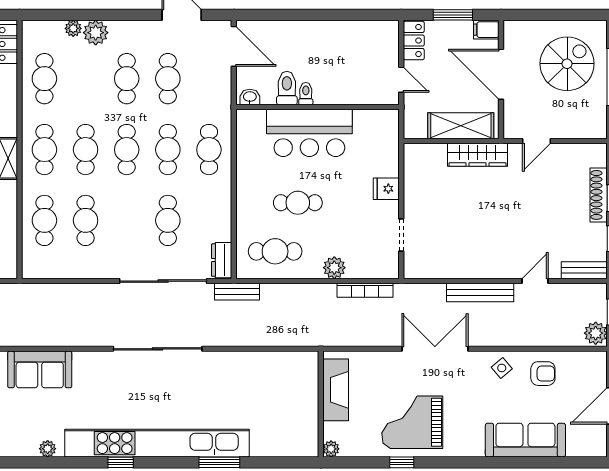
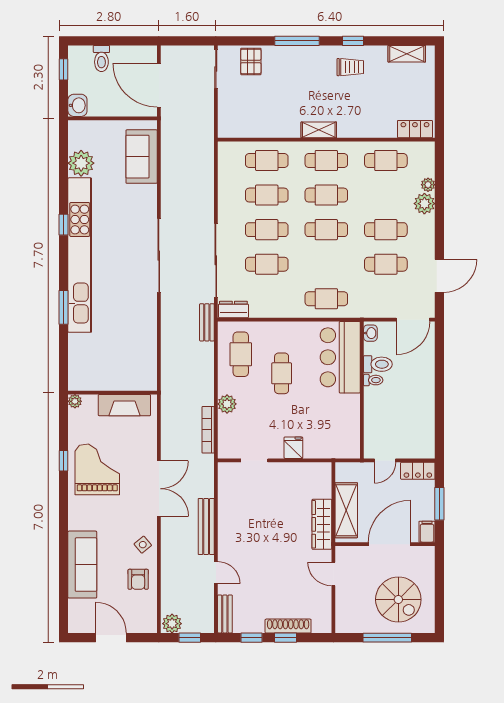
bar counter: (309, 133) -> (340, 357), moved
cafe table: (168, 150) -> (267, 230), moved
plant: (48, 449) -> (81, 163), width x1.88, depth x1.88

